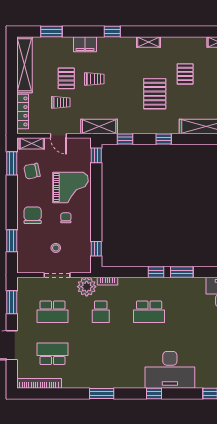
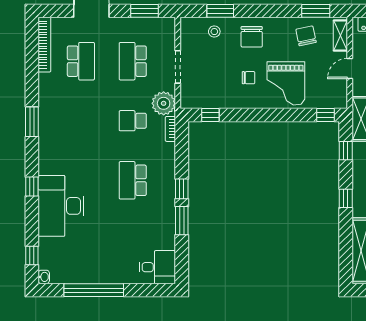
chair: (33, 215) -> (252, 37), turned 90
stool: (56, 248) -> (214, 32), moved

